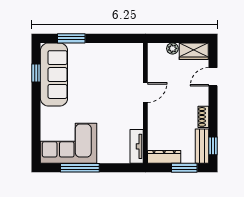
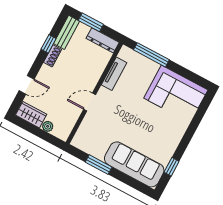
window: (71, 38) -> (99, 165), moved
sofa: (54, 75) -> (134, 164), moved, turned 90
tv unit: (137, 146) -> (114, 74), moved
window: (213, 146) -> (49, 44), moved
window: (80, 168) -> (151, 55), moved

